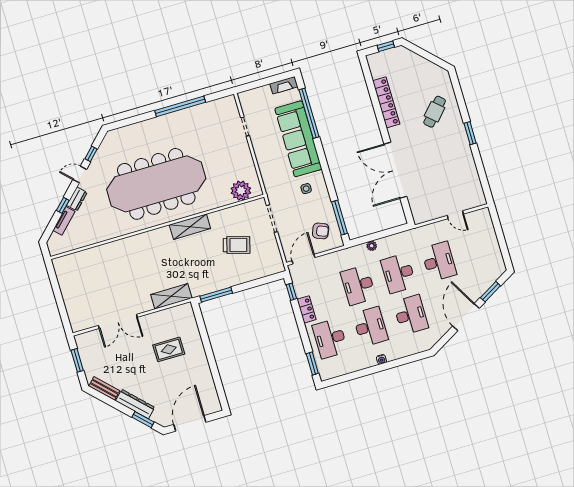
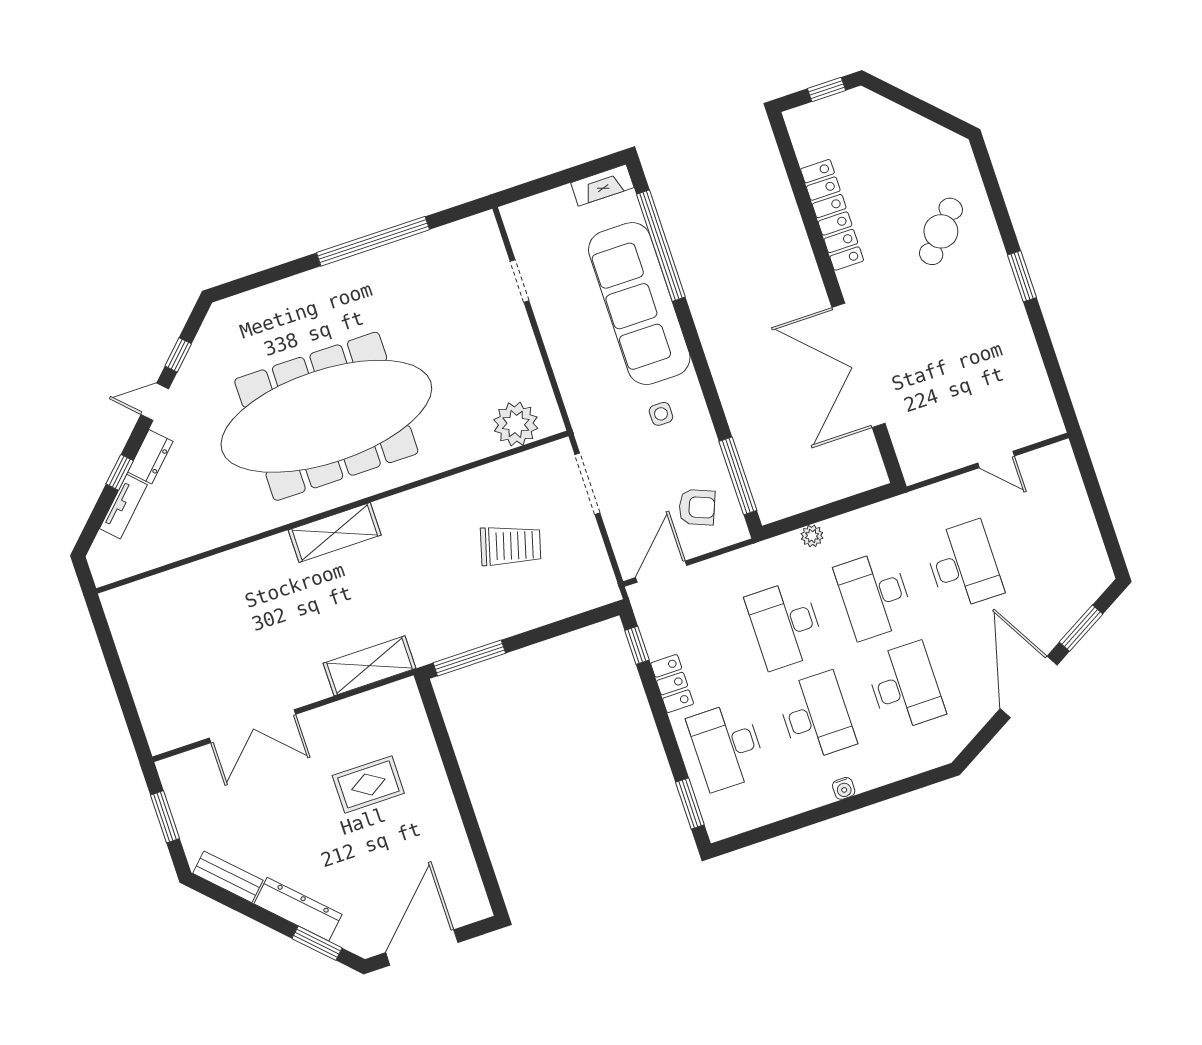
shelving: (190, 227) -> (335, 532), moved

